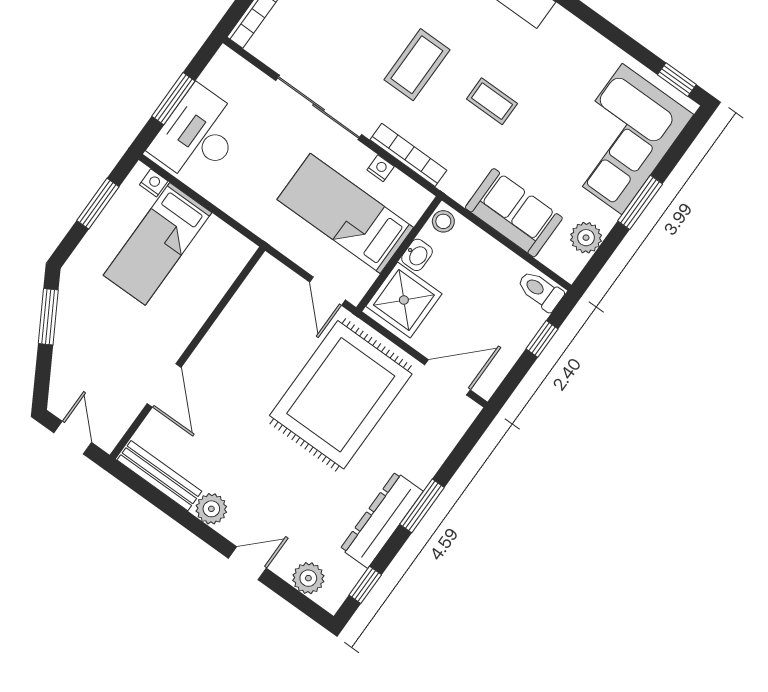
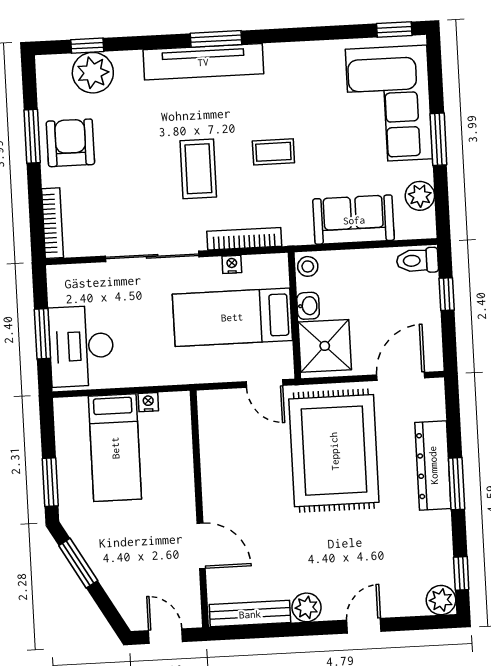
nightstand: (154, 183) -> (148, 402), moved
window: (98, 204) -> (50, 482), moved
dresser: (382, 520) -> (433, 465), moved
plant: (308, 578) -> (441, 600), moved

